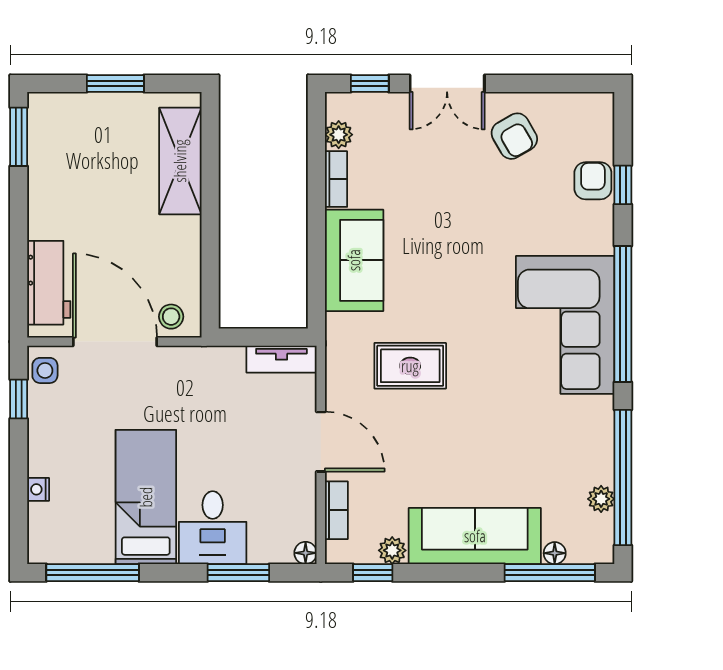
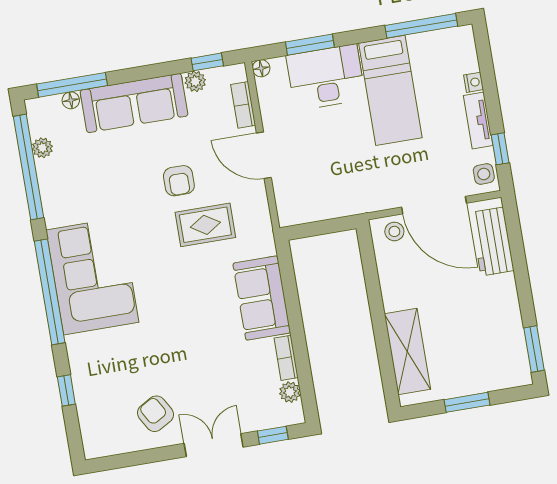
armchair: (593, 181) -> (179, 181), moved
tv unit: (281, 359) -> (478, 120), moved, turned -90
desk: (213, 528) -> (326, 77), width x1.37

